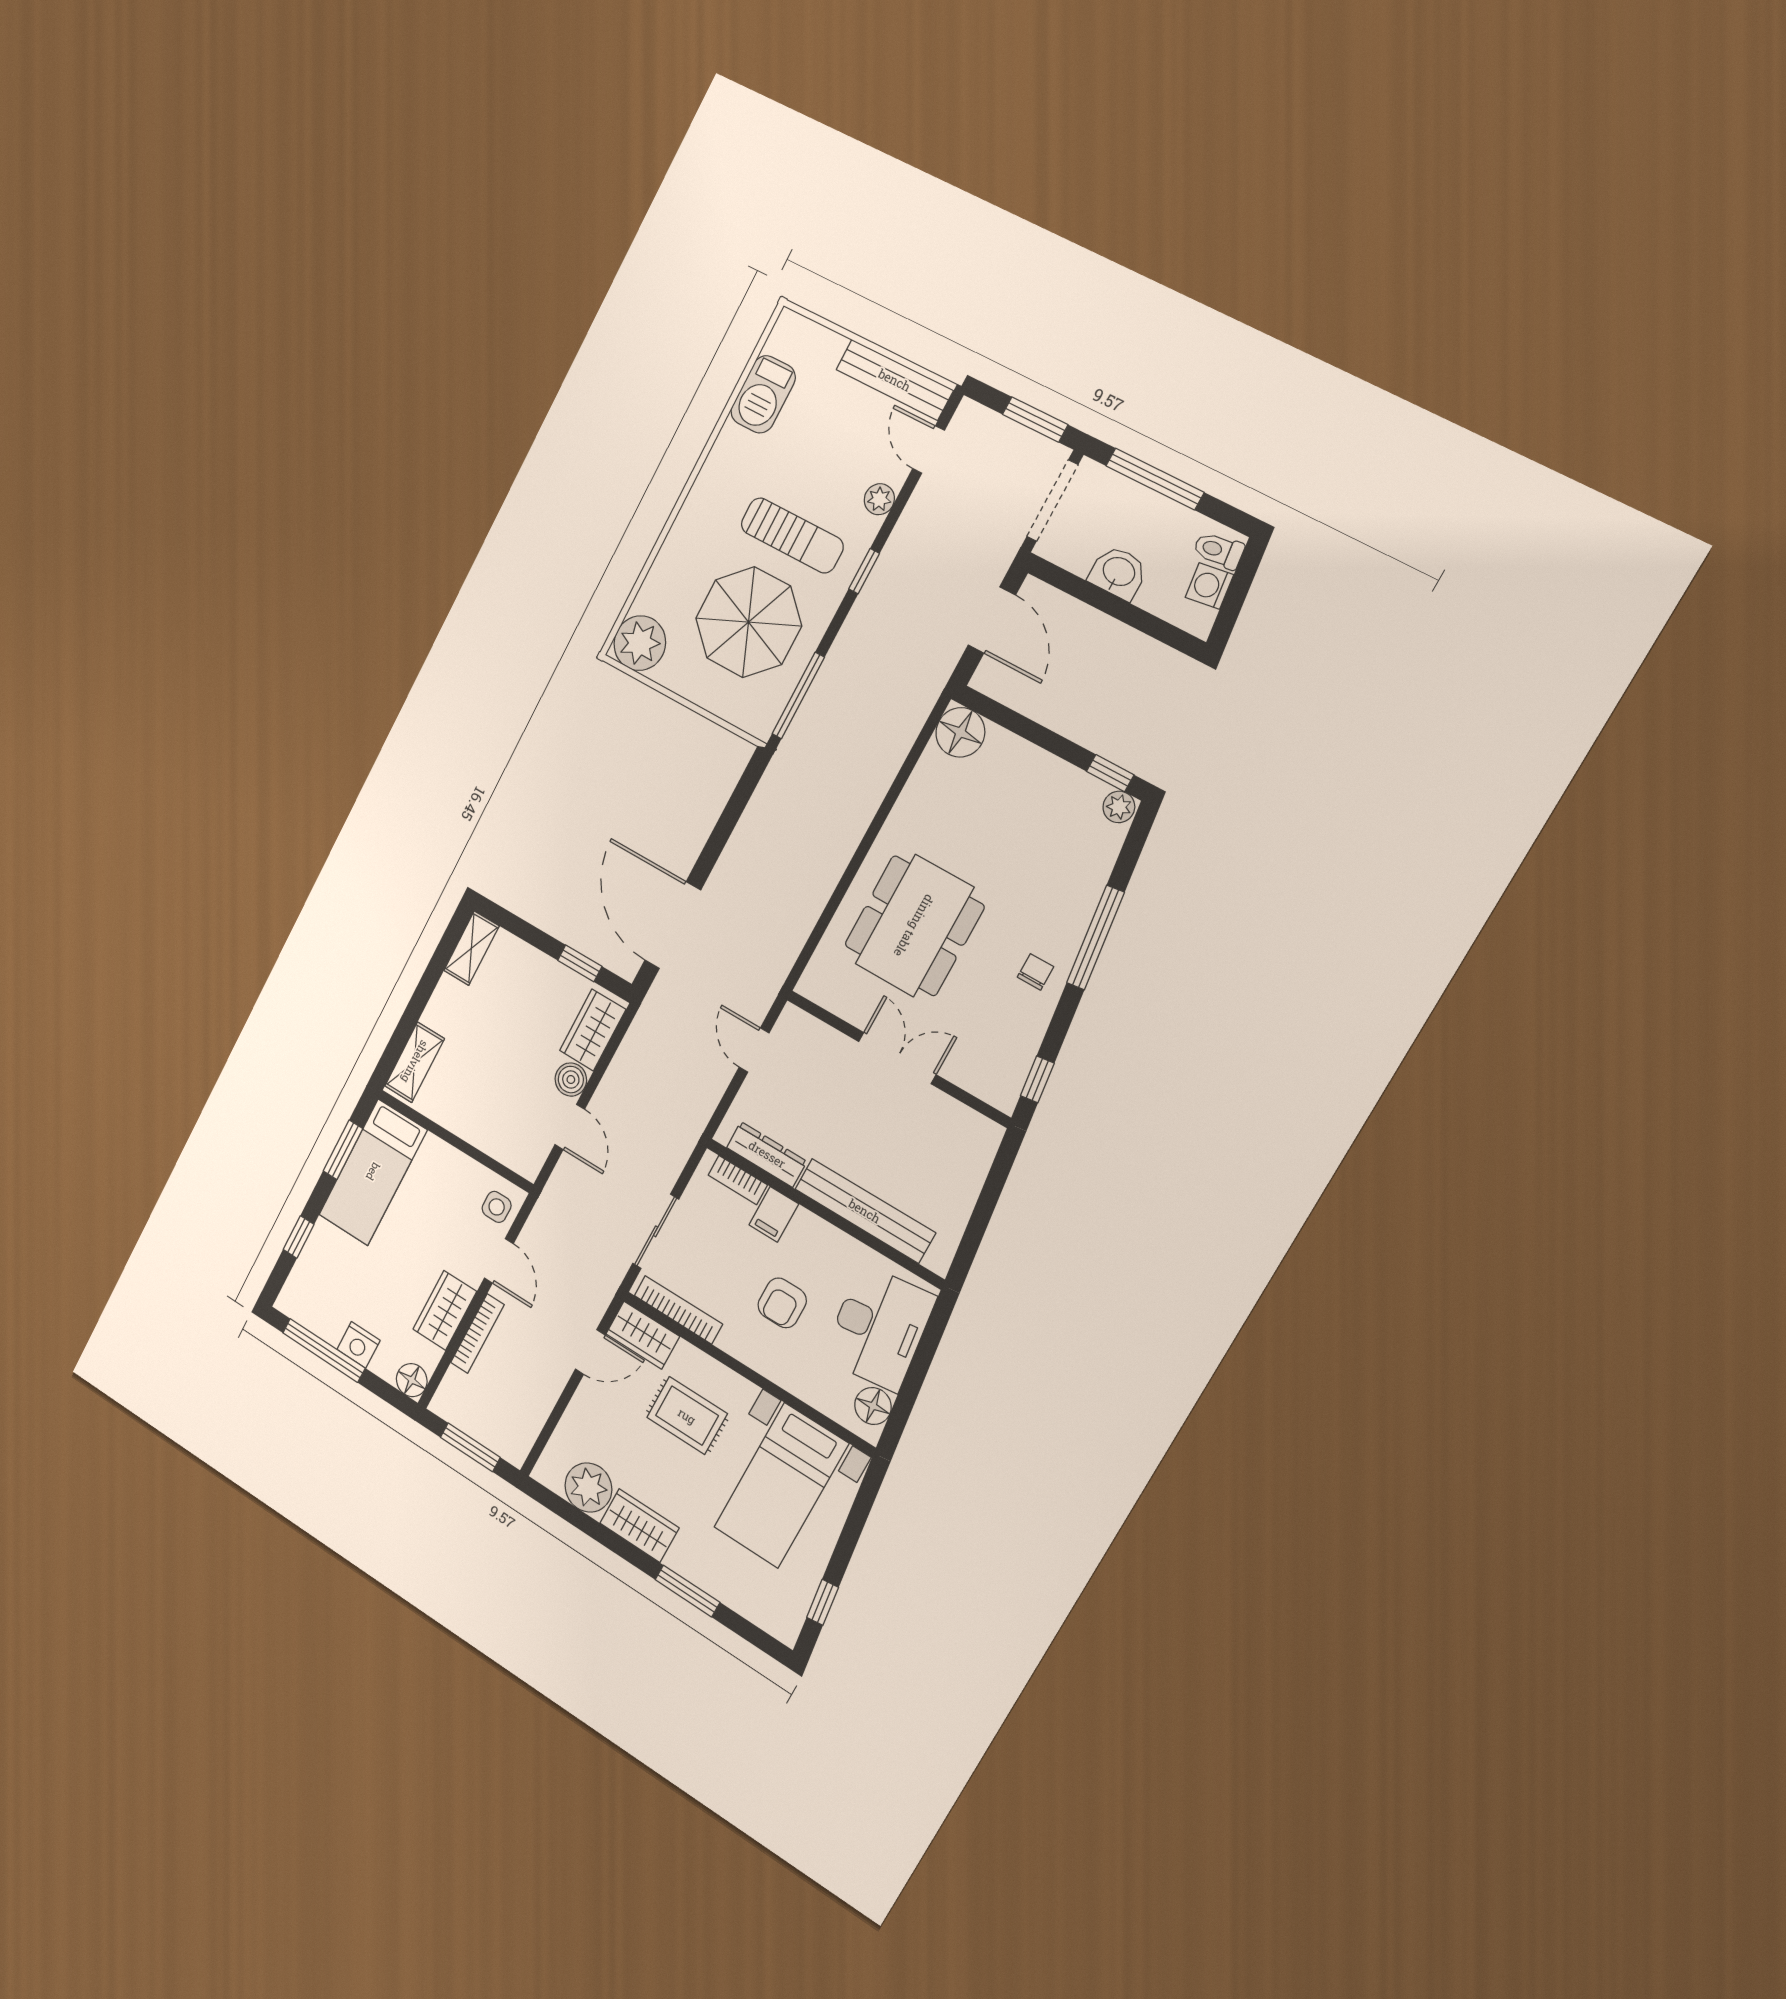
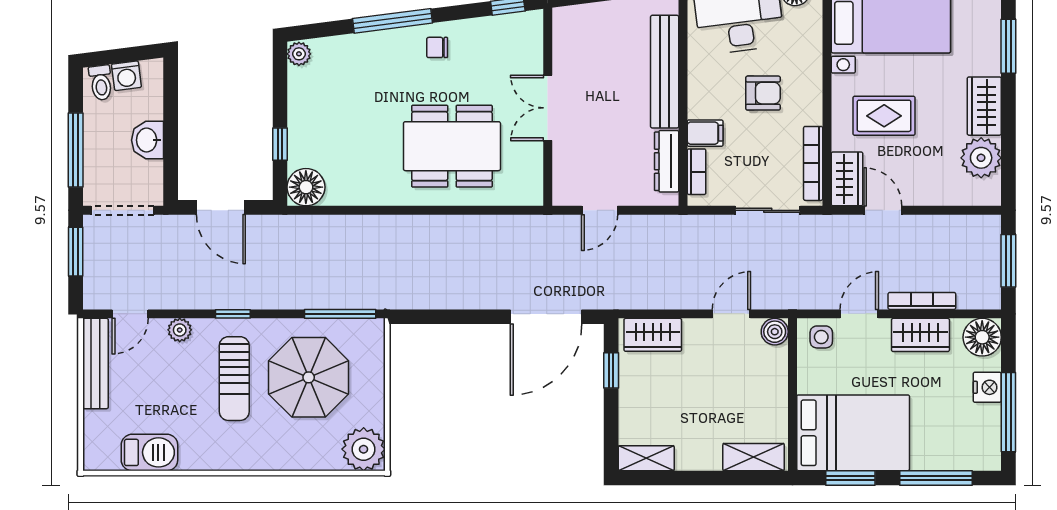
sun lounger: (792, 535) -> (234, 379), turned 180
door: (992, 620) -> (221, 207), swing flipped
window: (1110, 773) -> (280, 144), moved
boiler: (571, 1080) -> (775, 332), moved
bed: (373, 1172) -> (853, 433), width x1.50
window: (299, 1237) -> (936, 478), width x2.17
floor lamp: (412, 1380) -> (982, 337), width x1.38, depth x1.38
rug: (687, 1416) -> (884, 116), turned 90

